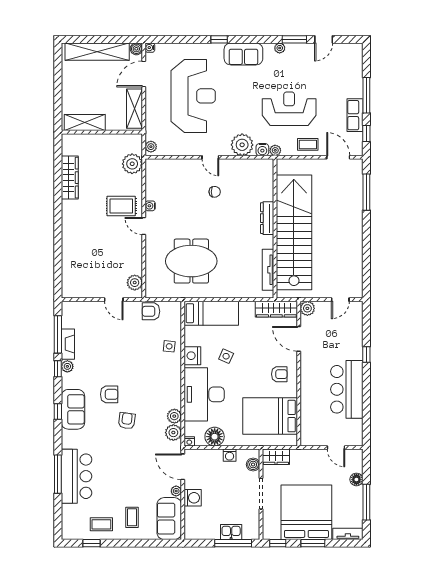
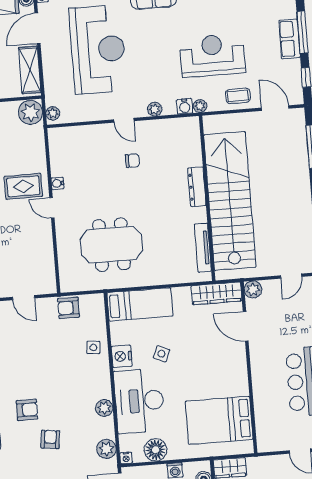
row of seats: (355, 115) -> (289, 39), moved
plant: (242, 145) -> (155, 109), width x0.53, depth x0.53
plant: (132, 164) -> (30, 112), moved
plant: (135, 283) -> (47, 275), removed
armchair: (279, 374) -> (226, 370), removed
plant: (174, 416) -> (104, 408), moved

